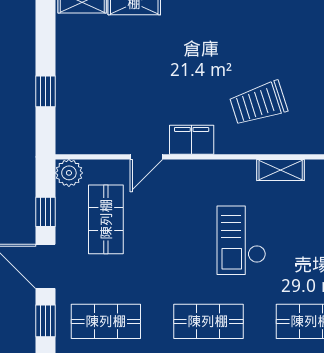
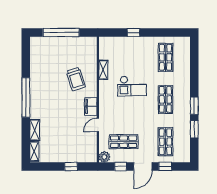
door: (146, 157) -> (98, 125), swing flipped

